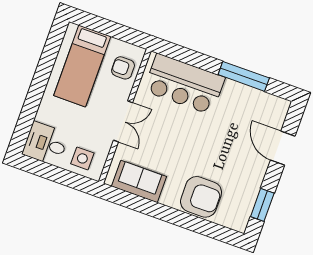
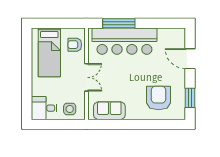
window: (244, 76) -> (119, 23), moved
bar counter: (184, 84) -> (124, 41), width x1.36
armchair: (201, 197) -> (159, 98), moved, turned -90

